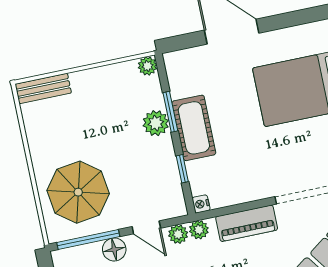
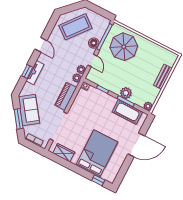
bench: (43, 88) -> (163, 77), moved
cot: (194, 128) -> (127, 112), moved
door: (146, 227) -> (92, 60), swing flipped

